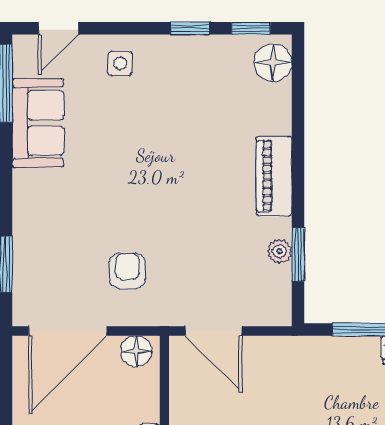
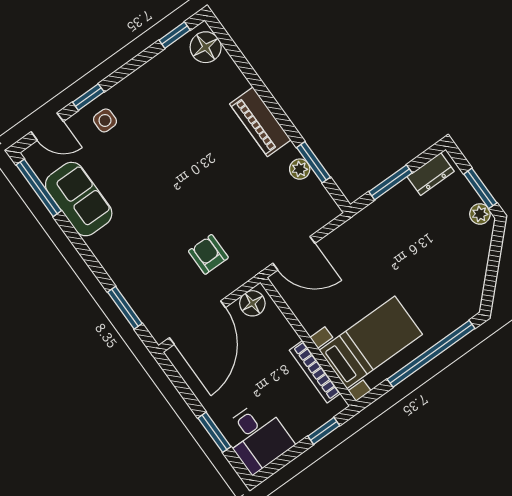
door: (58, 28) -> (47, 127), hinge flipped
window: (190, 28) -> (88, 97), moved

